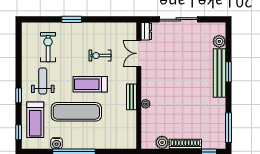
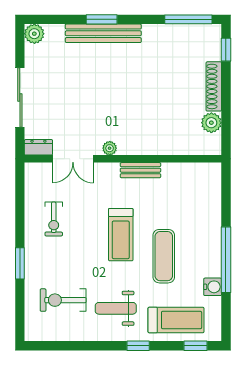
plant: (219, 41) -> (34, 34), moved
exercise bike: (100, 56) -> (54, 219), moved
plant: (146, 104) -> (110, 148), moved
exercise mat: (76, 112) -> (164, 256), width x0.73, depth x0.69

